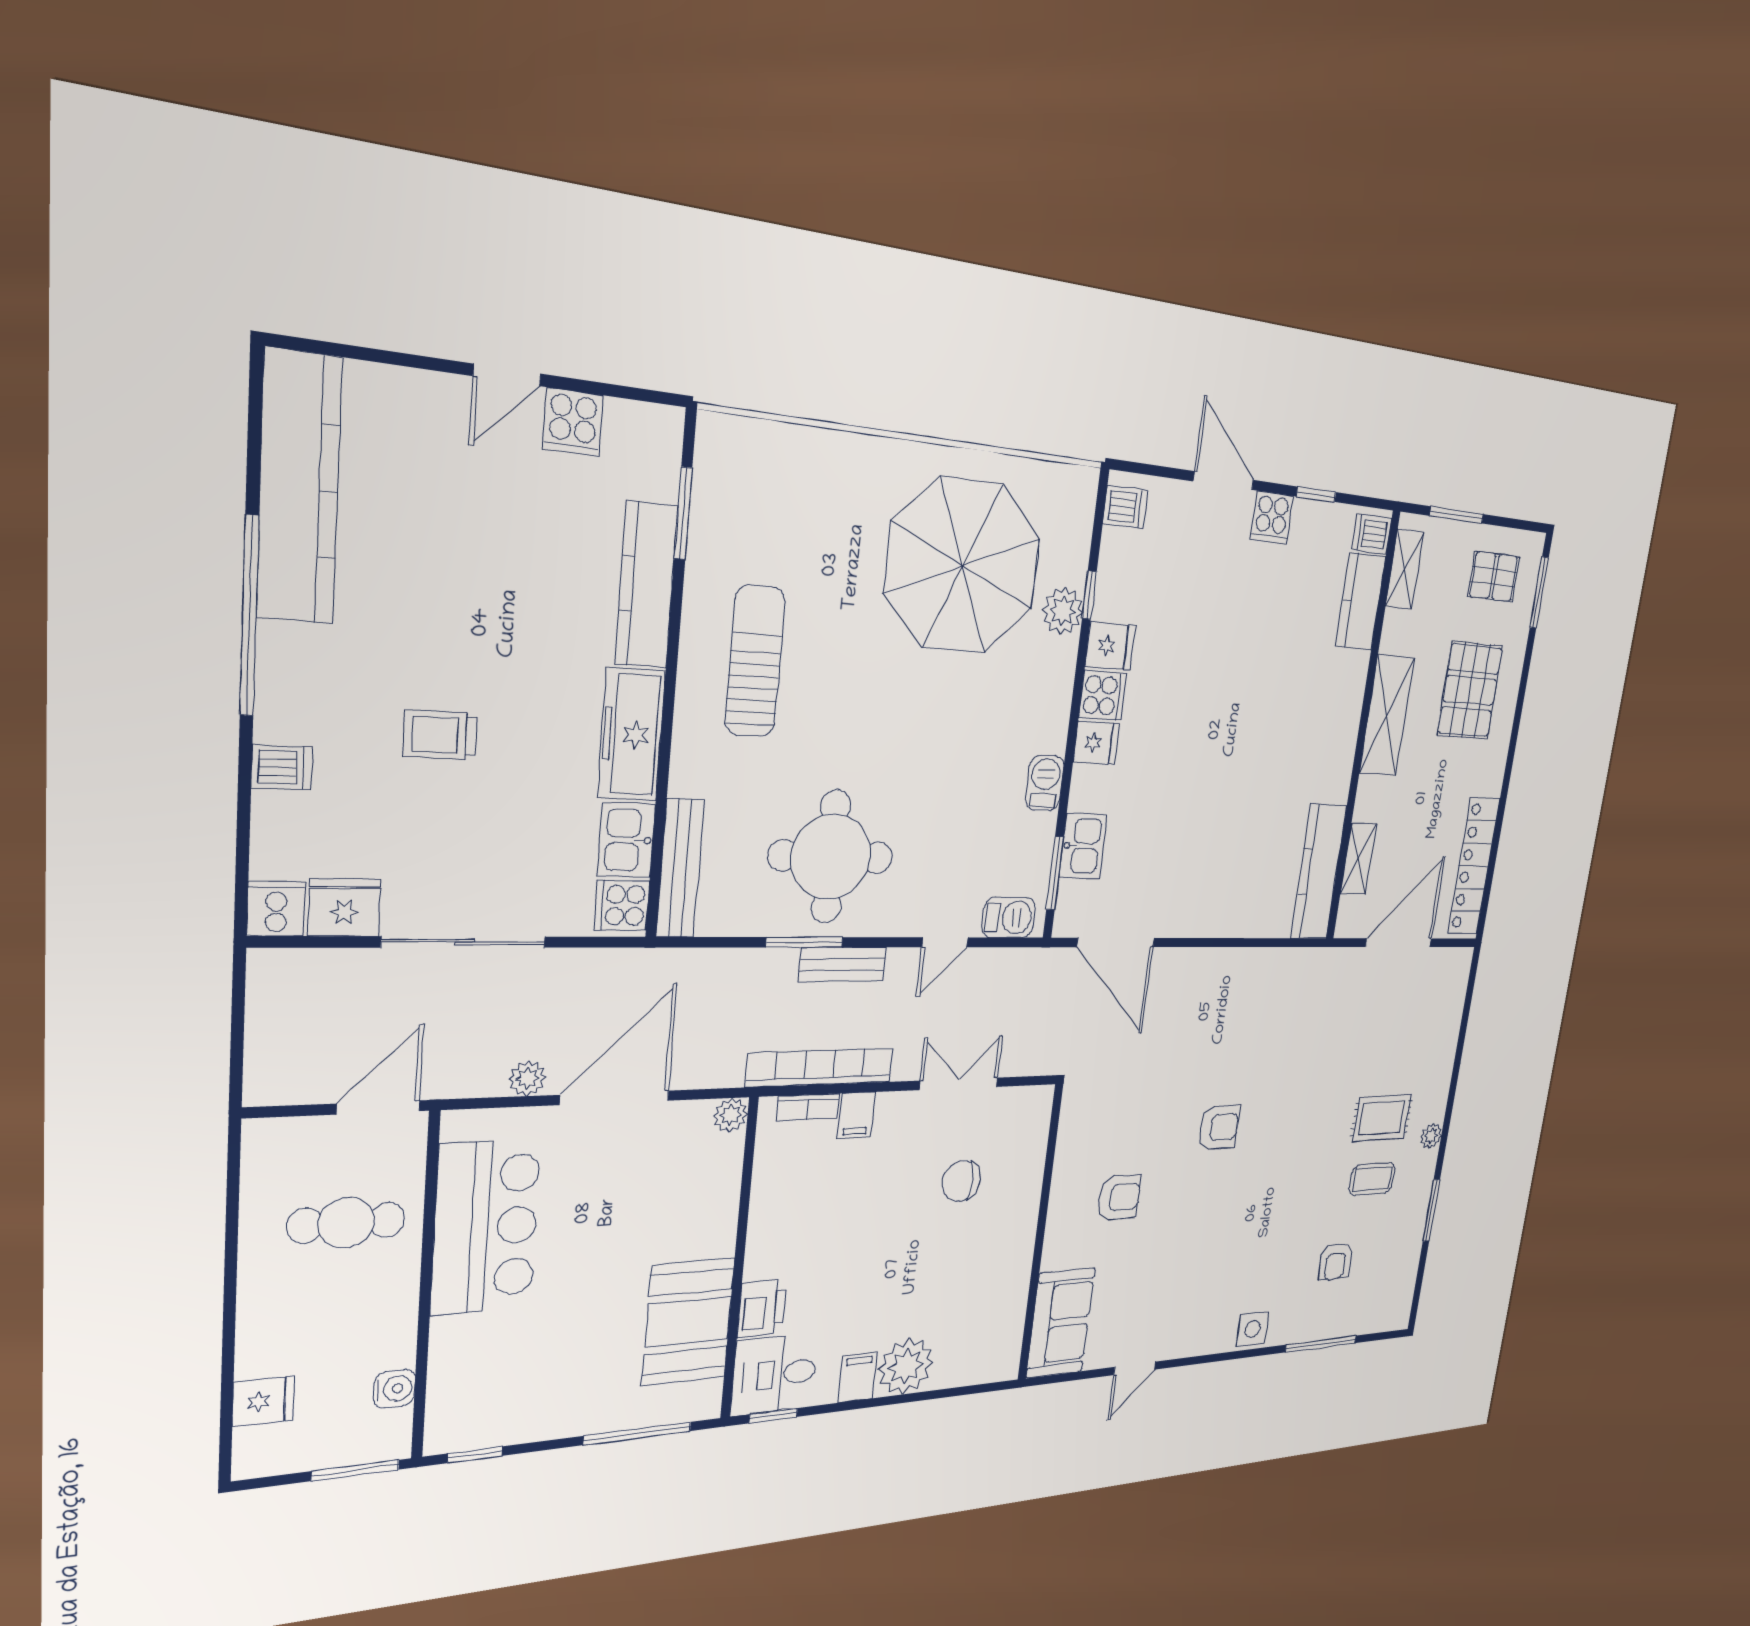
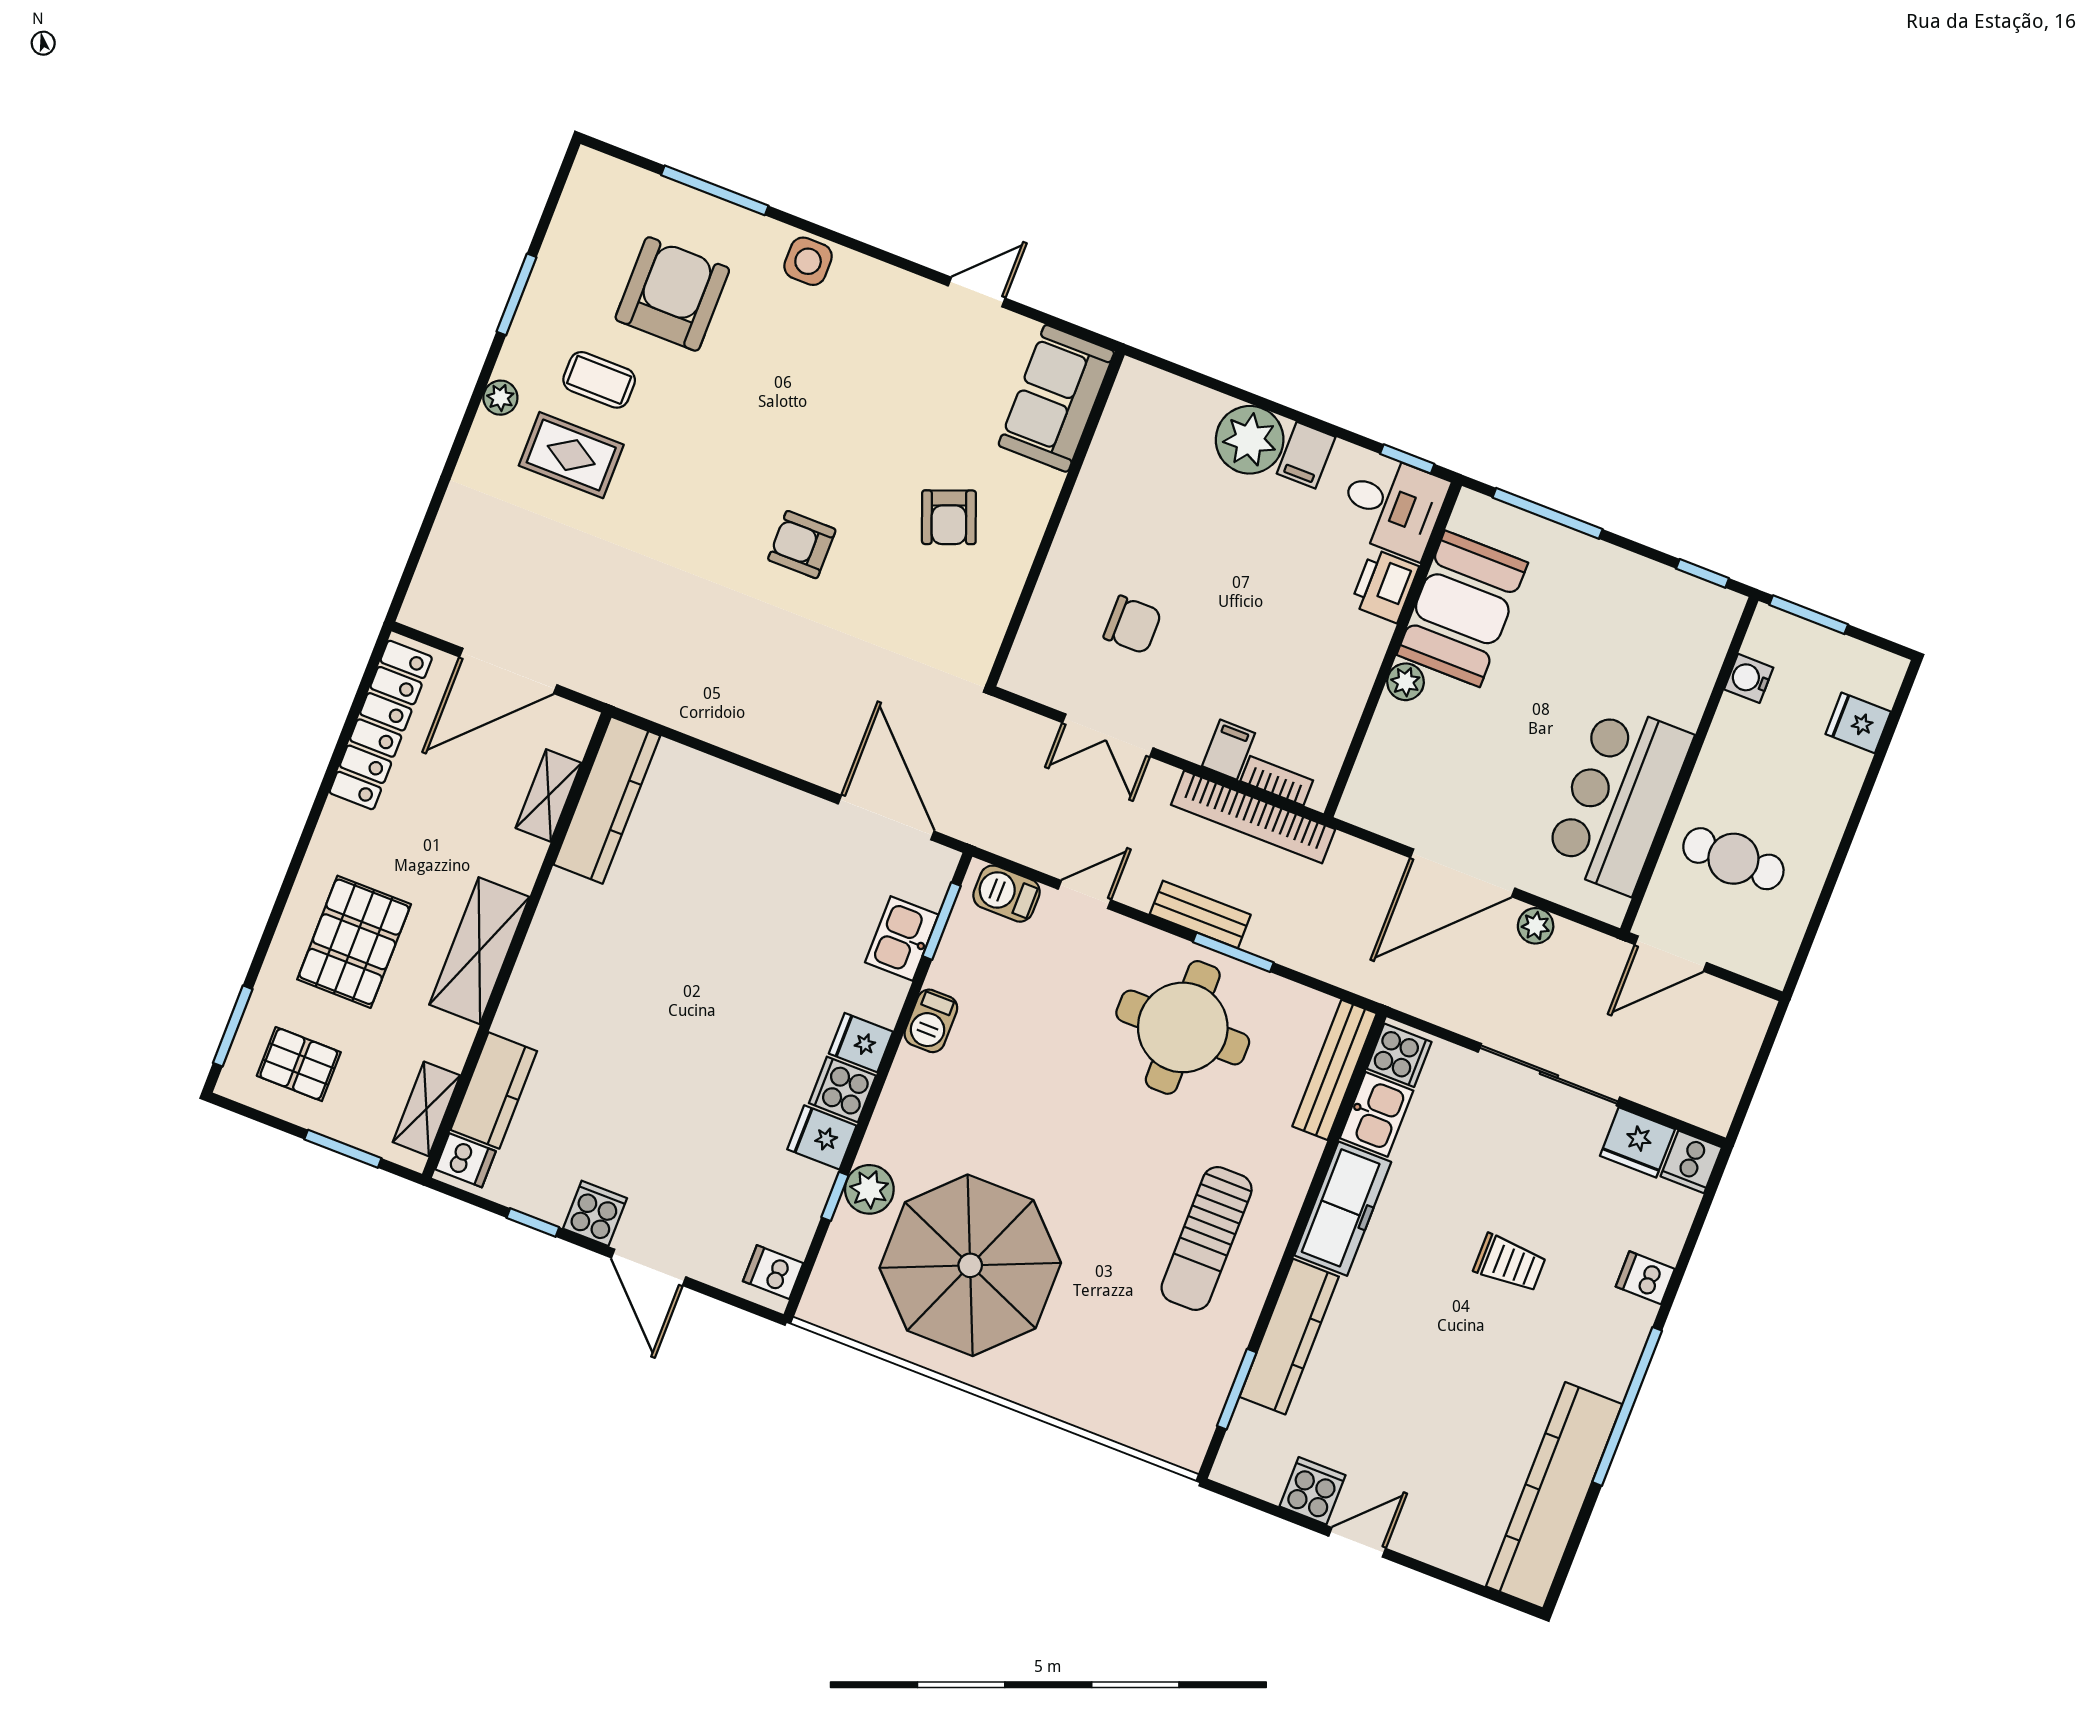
plant: (731, 1115) -> (1405, 682), moved
armchair: (1119, 1197) -> (949, 517), turned -111
armchair: (1336, 1261) -> (672, 294), width x1.88, depth x1.88

